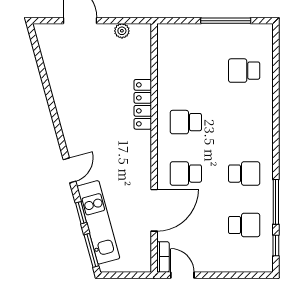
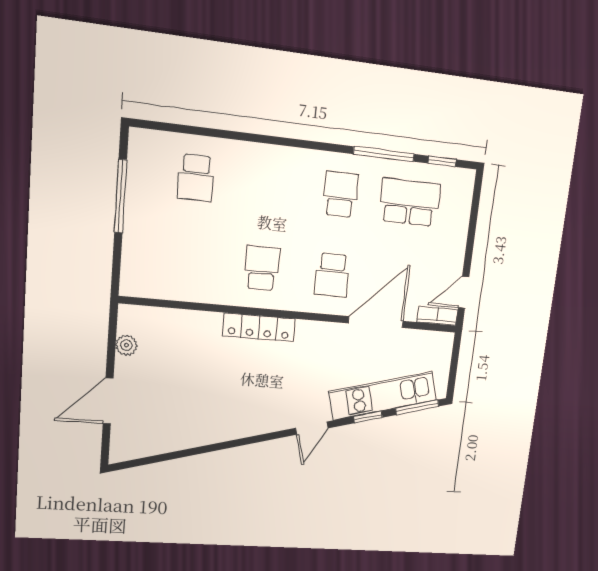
locker: (143, 104) -> (259, 327), moved
school desk: (186, 122) -> (262, 268), turned 180
door: (69, 170) -> (312, 428), swing flipped
door: (154, 210) -> (376, 322), hinge flipped
school desk: (244, 225) -> (409, 202), width x1.85

